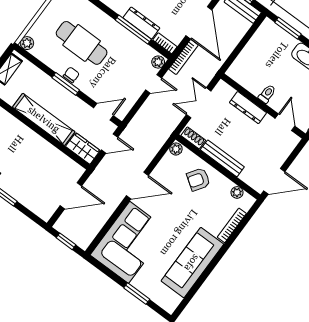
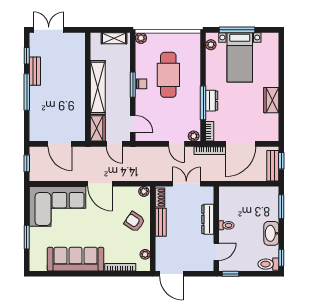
dresser: (141, 23) -> (212, 101), width x0.70
bench: (222, 158) -> (161, 222), width x0.73

